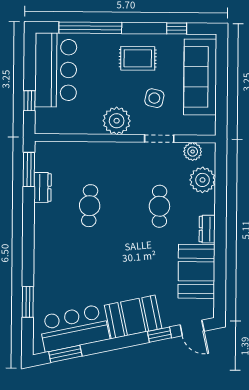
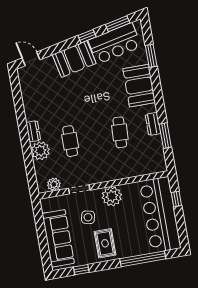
rug: (138, 58) -> (105, 243), turned 90
bar counter: (56, 70) -> (160, 215), width x1.36
window: (29, 170) -> (165, 136), moved
plant: (202, 180) -> (40, 151), moved
dresser: (43, 187) -> (153, 124), moved
booth: (196, 271) -> (139, 86), moved
window: (159, 335) -> (87, 36), moved

